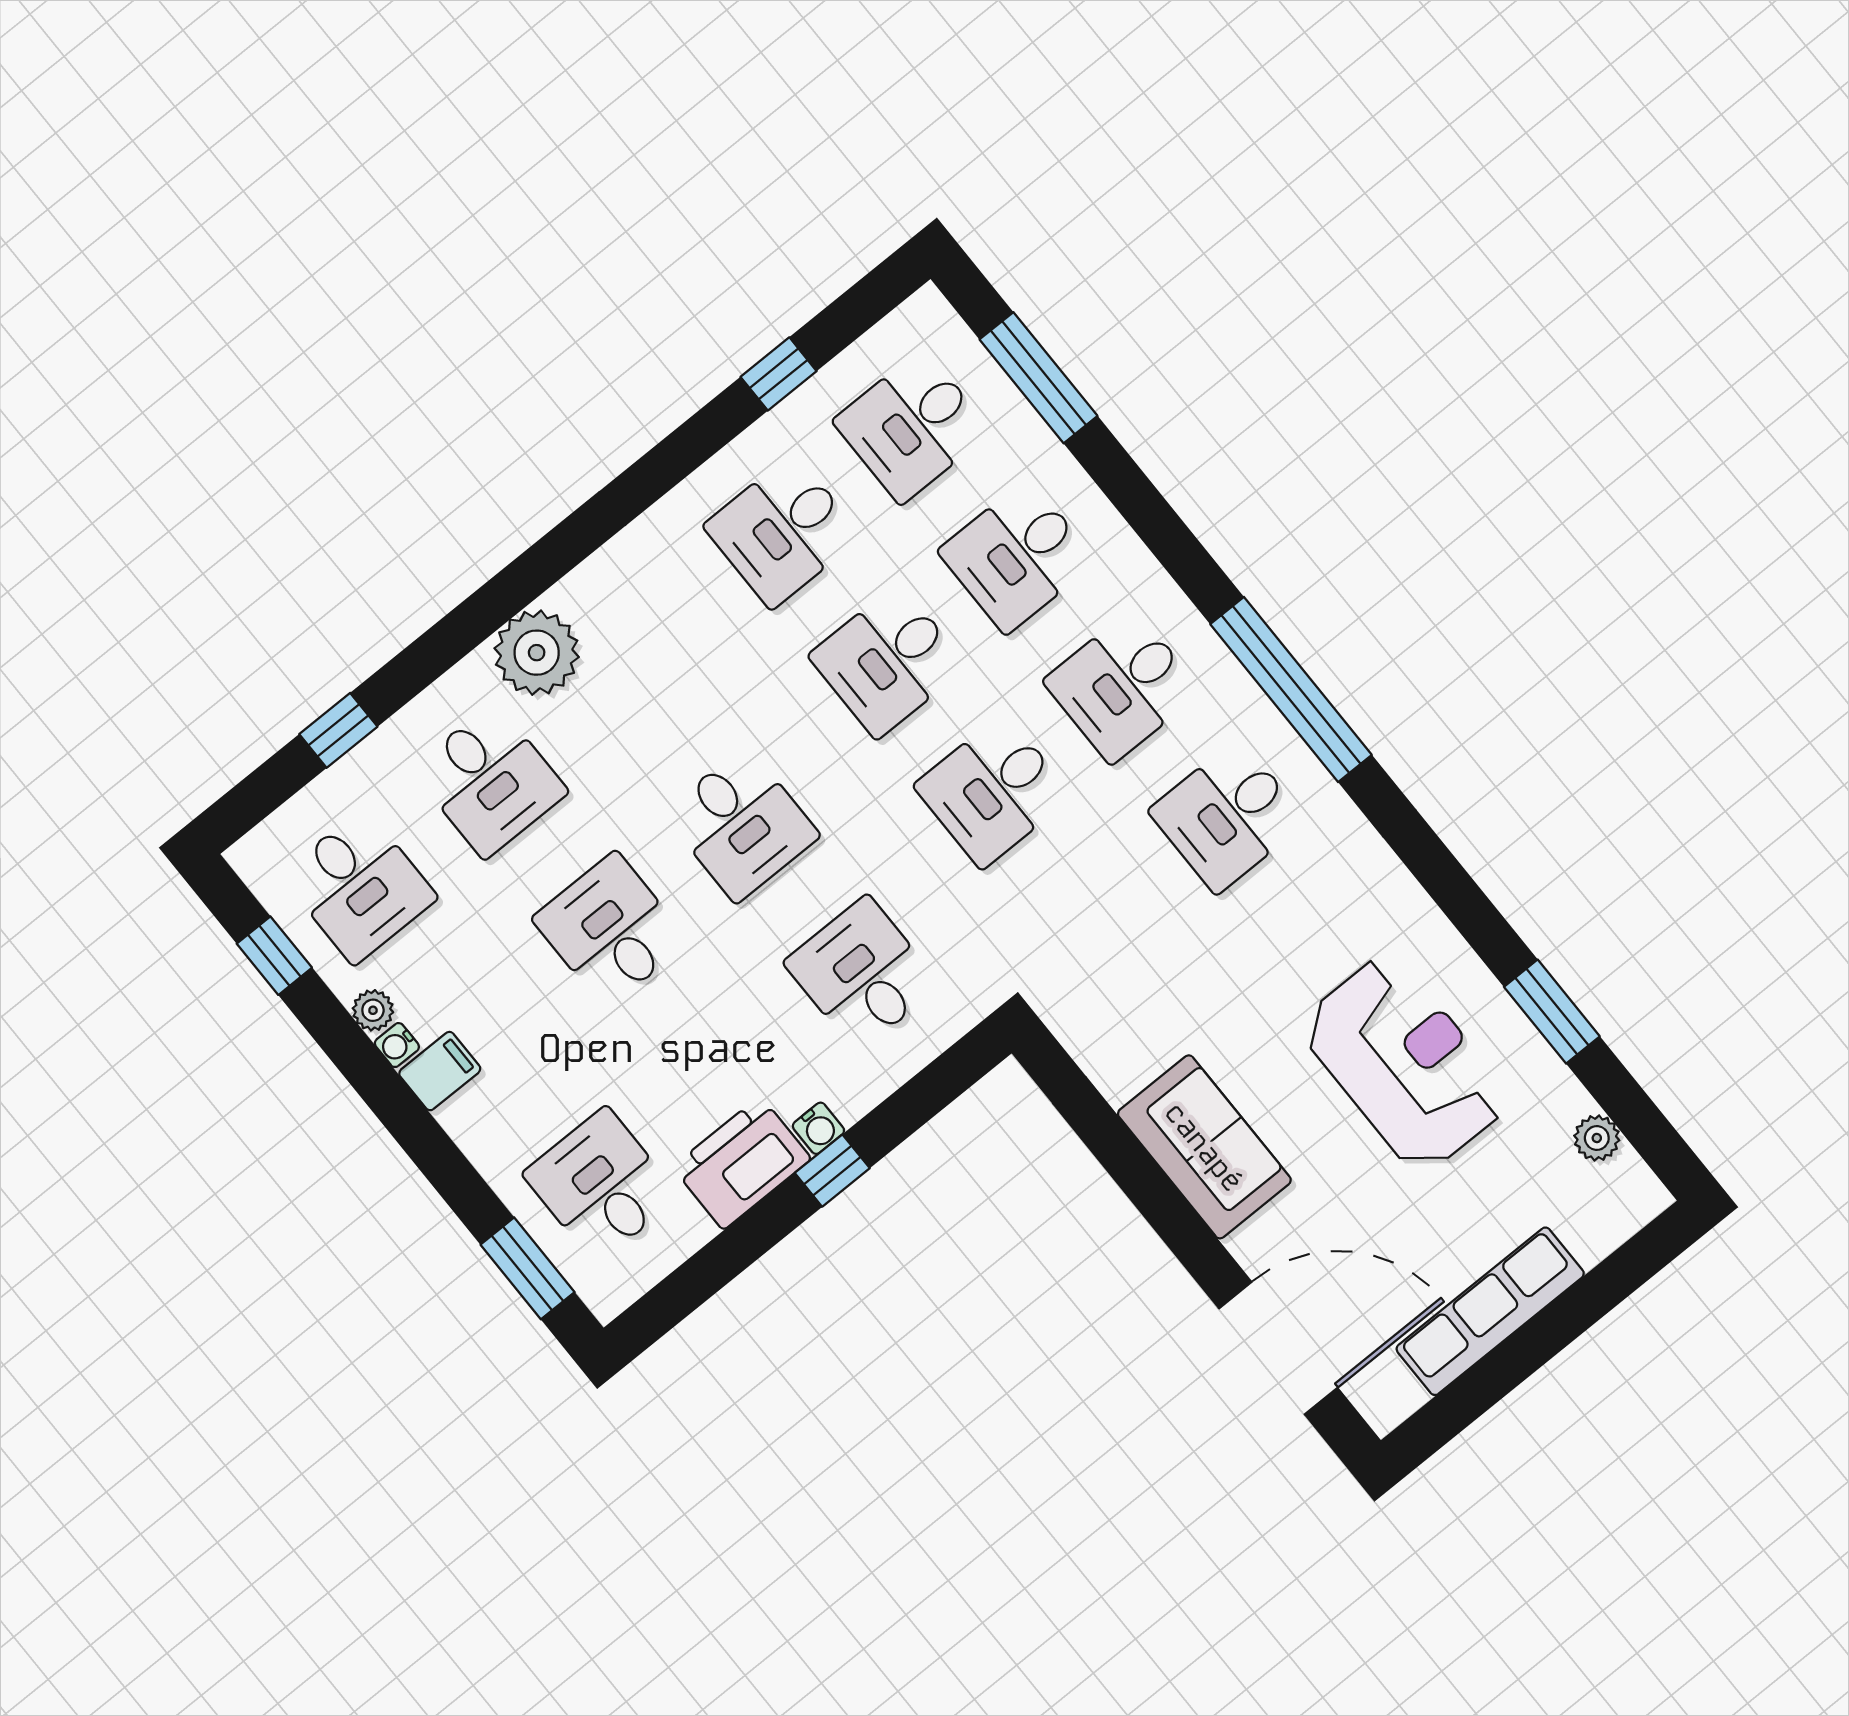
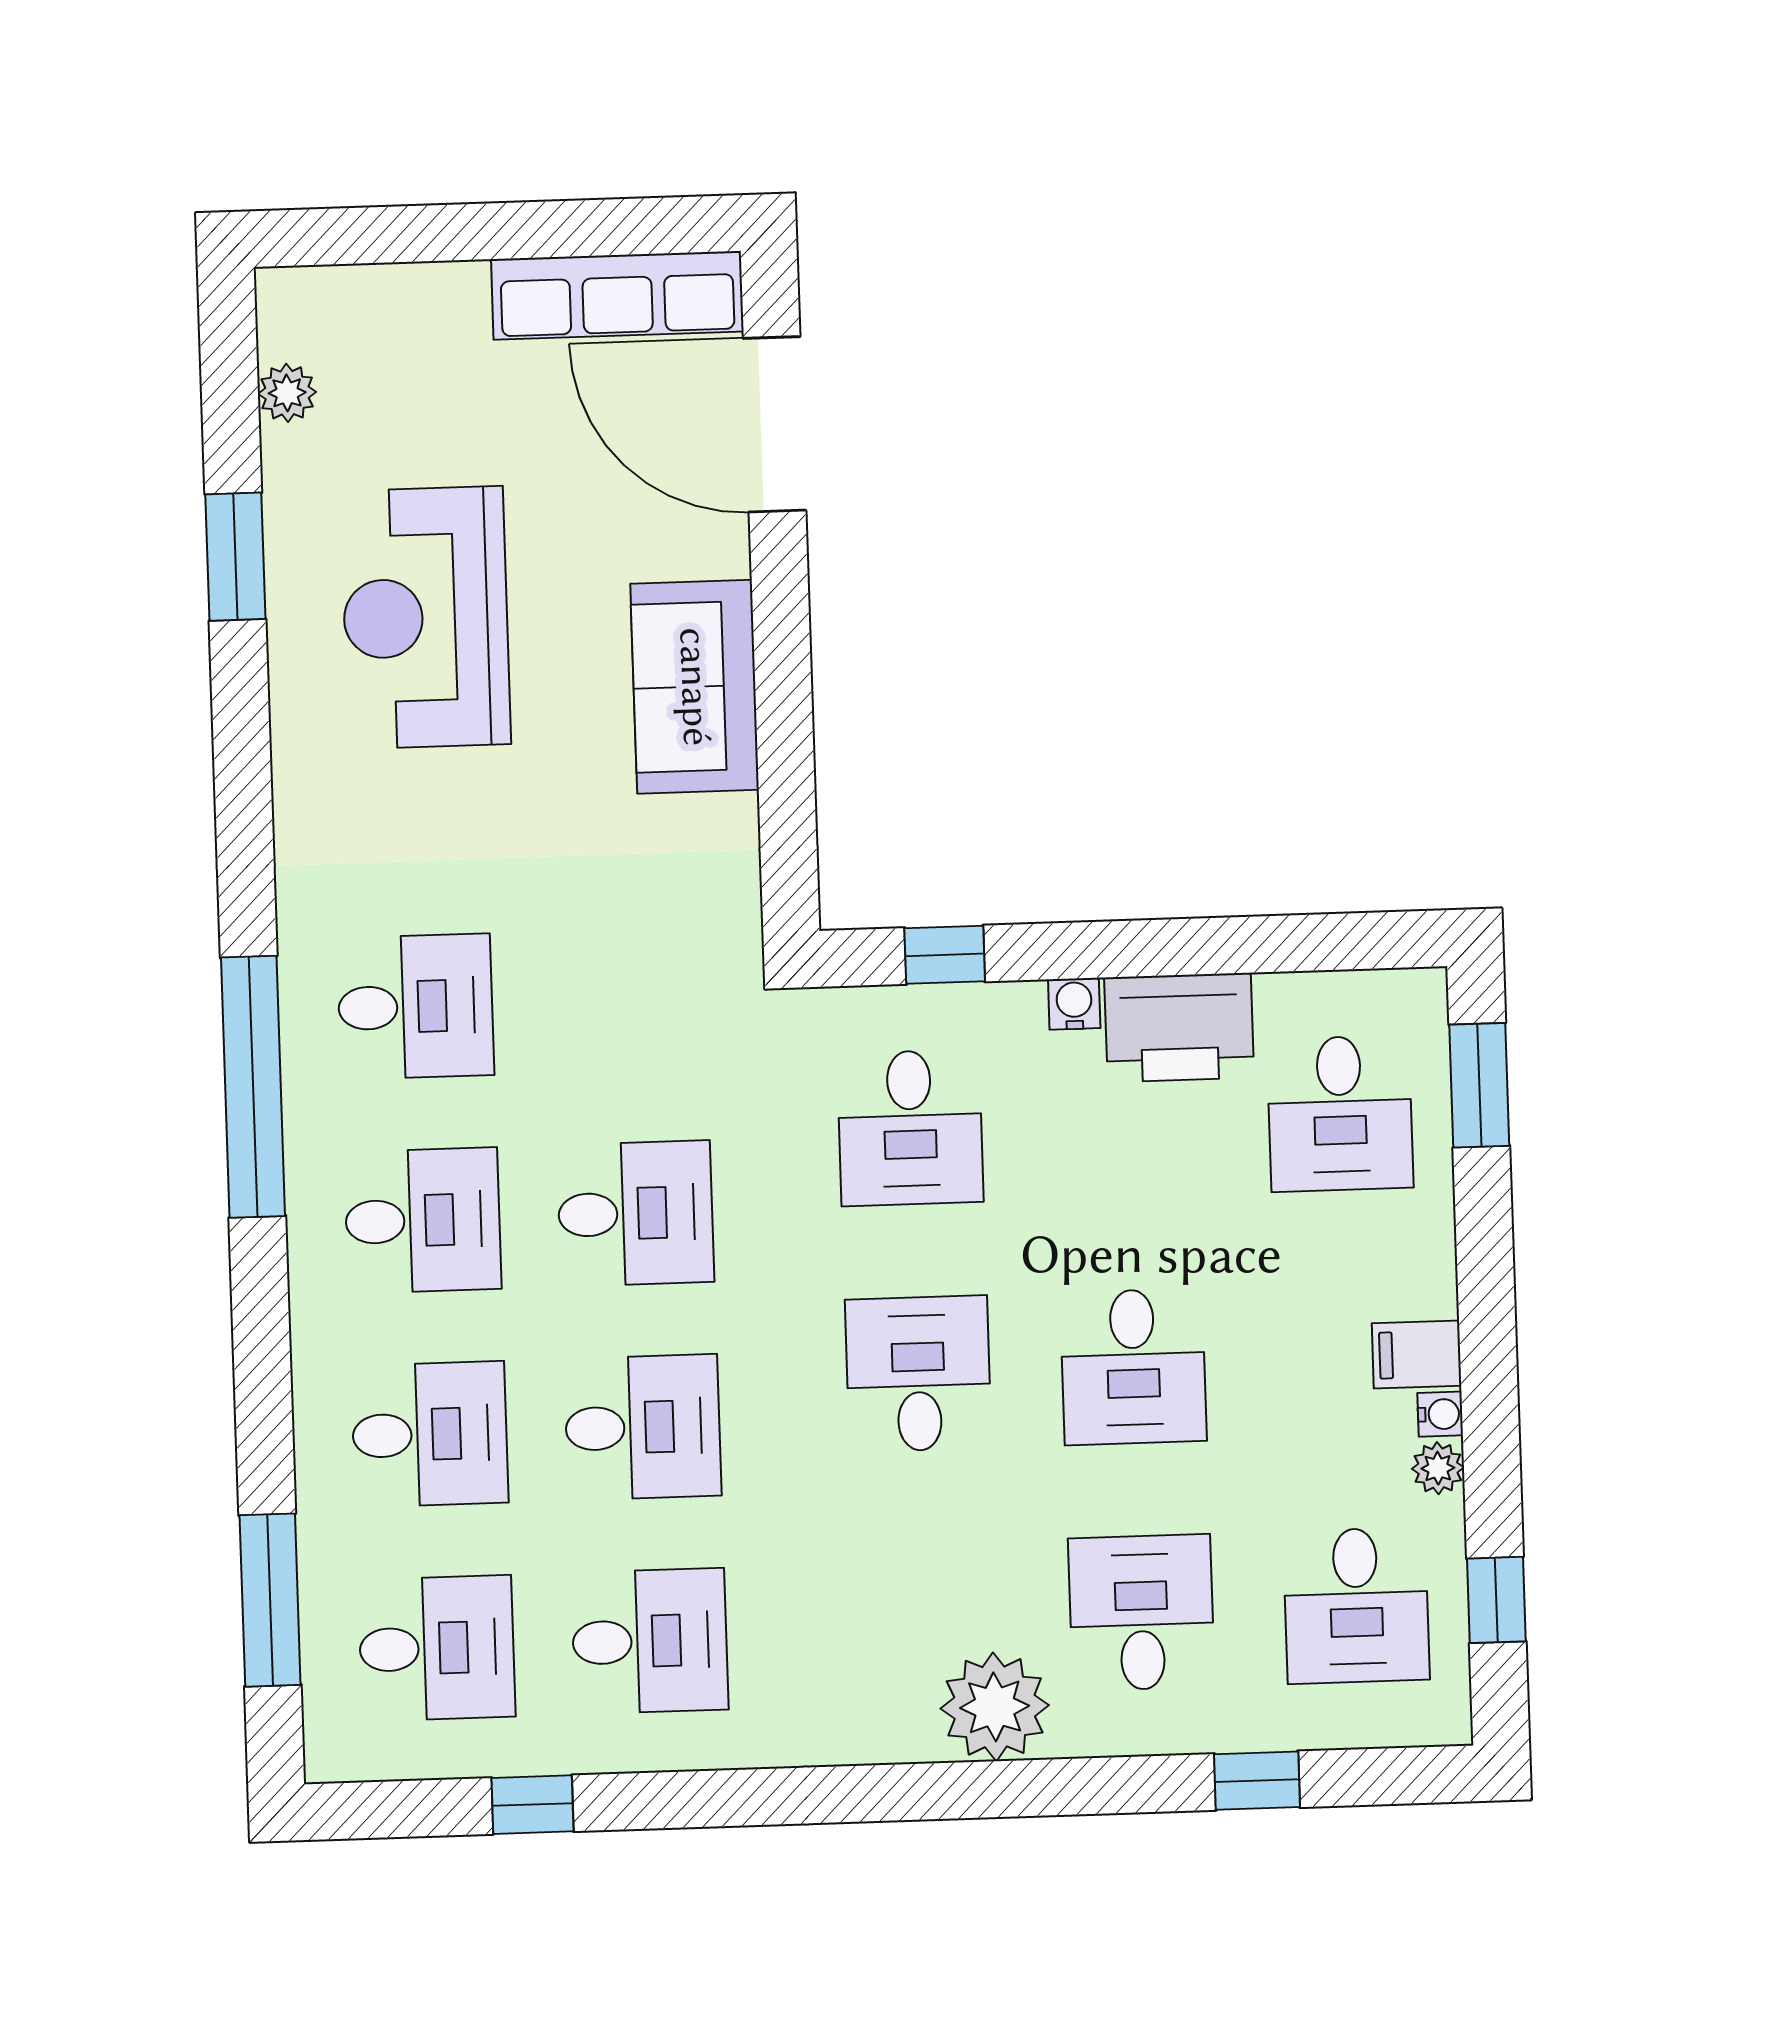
desk: (359, 886) -> (1356, 1606), turned 180
window: (832, 1171) -> (945, 955), moved
row of seats: (1490, 1311) -> (617, 295), moved

